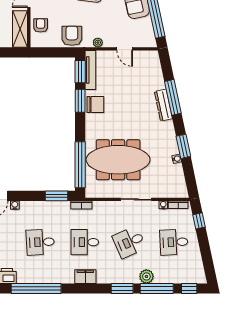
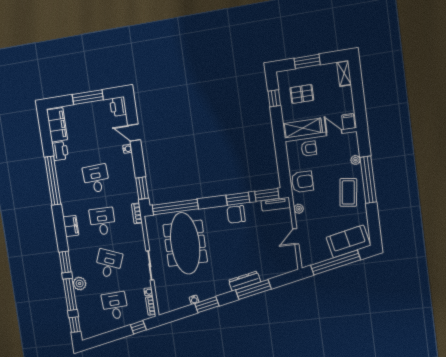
tv unit: (90, 70) -> (276, 204), width x0.71
chair: (95, 105) -> (236, 214), turned 90
desk: (129, 242) -> (109, 264), turned 45

